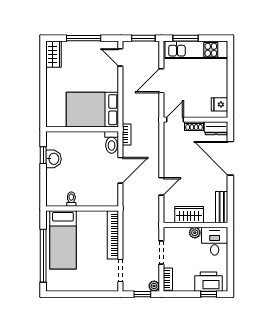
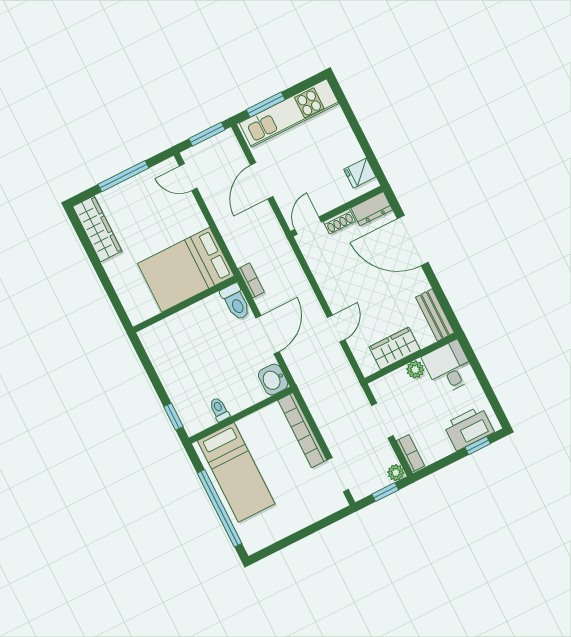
wardrobe: (53, 54) -> (97, 229), width x1.50
window: (43, 155) -> (173, 417), moved
washbasin: (53, 159) -> (273, 379), moved, turned 180

